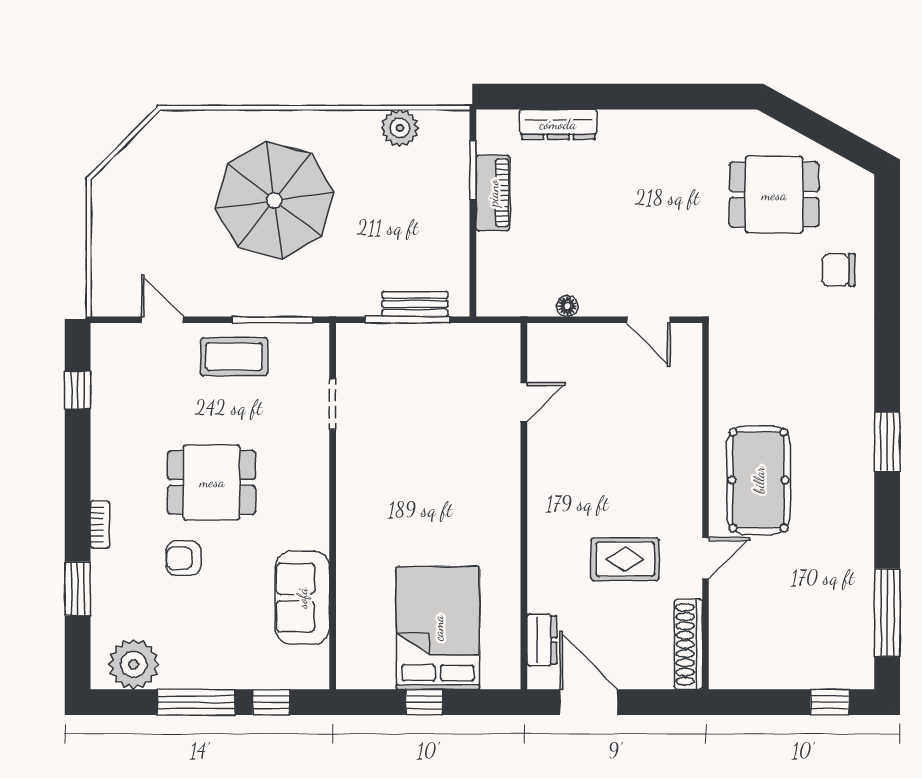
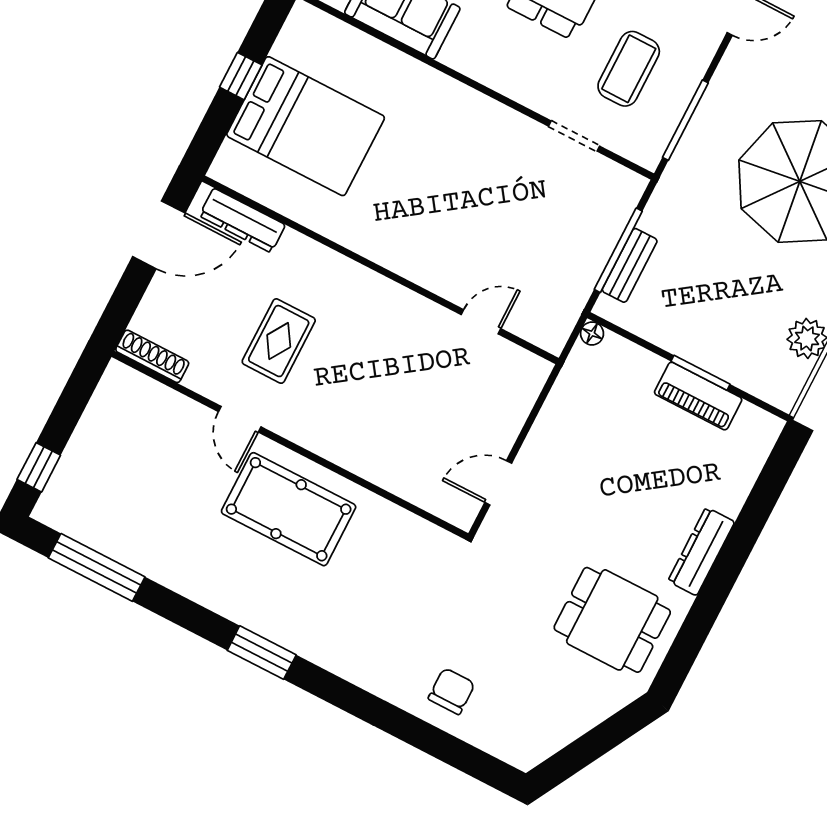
dresser: (558, 124) -> (701, 551), moved
window: (473, 170) -> (700, 373), moved
dining table: (774, 195) -> (612, 620), moved, turned 90
floor lamp: (567, 306) -> (592, 333), moved
coffee table: (234, 357) -> (629, 69), moved
door: (524, 402) -> (481, 322), swing flipped
dresser: (542, 640) -> (242, 220), width x1.44
shoe rack: (688, 644) -> (152, 356), width x0.74, depth x0.81

